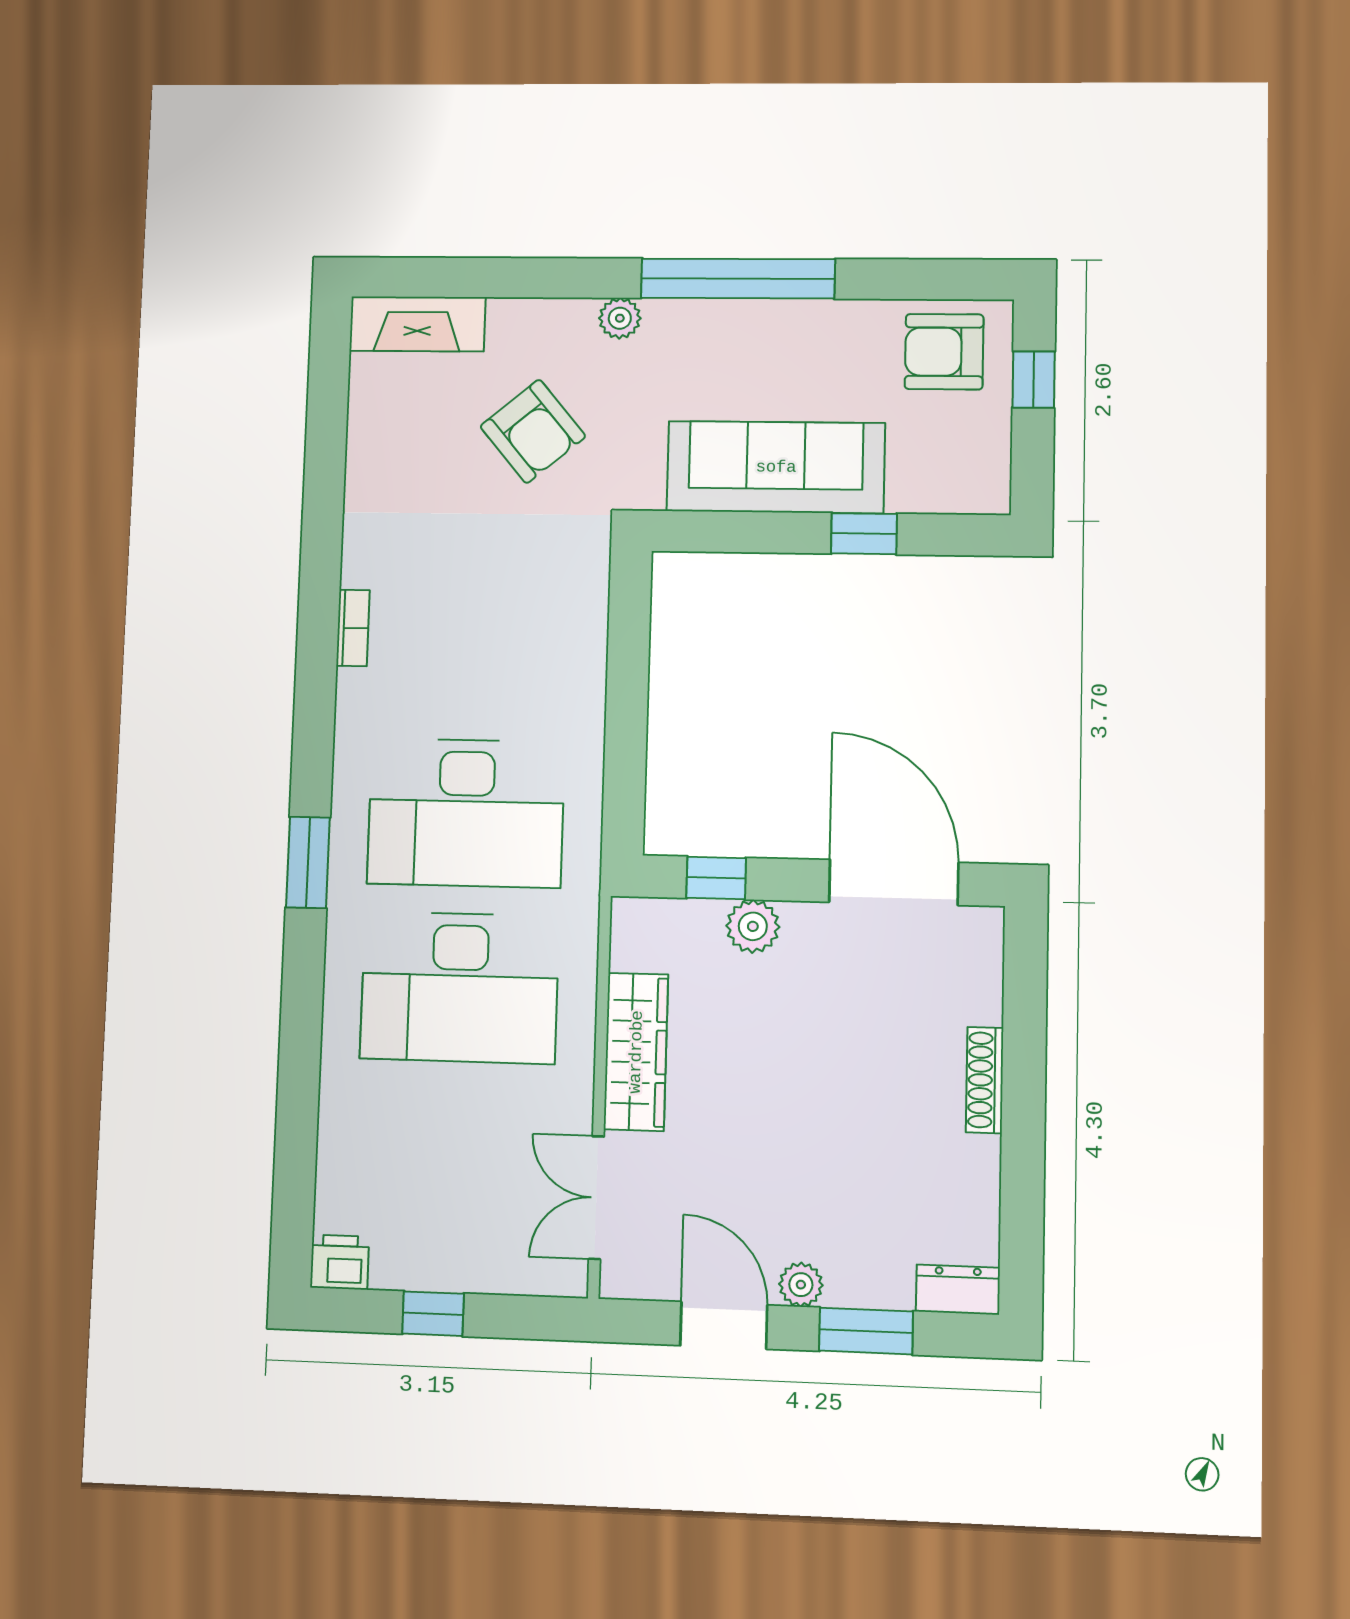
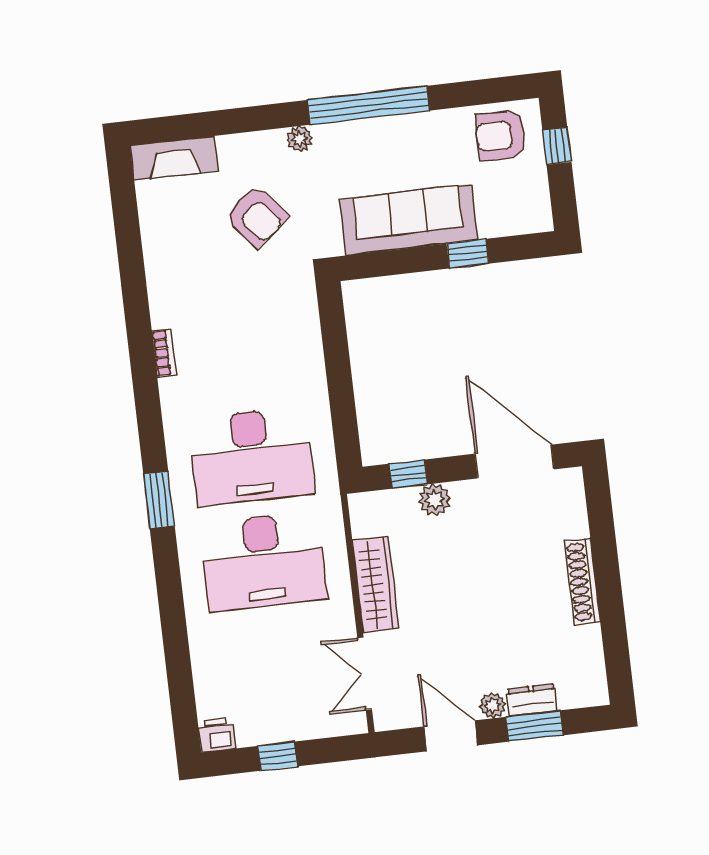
shoe rack: (985, 1080) -> (582, 582), width x1.36, depth x1.24
dresser: (958, 1290) -> (532, 700), moved

